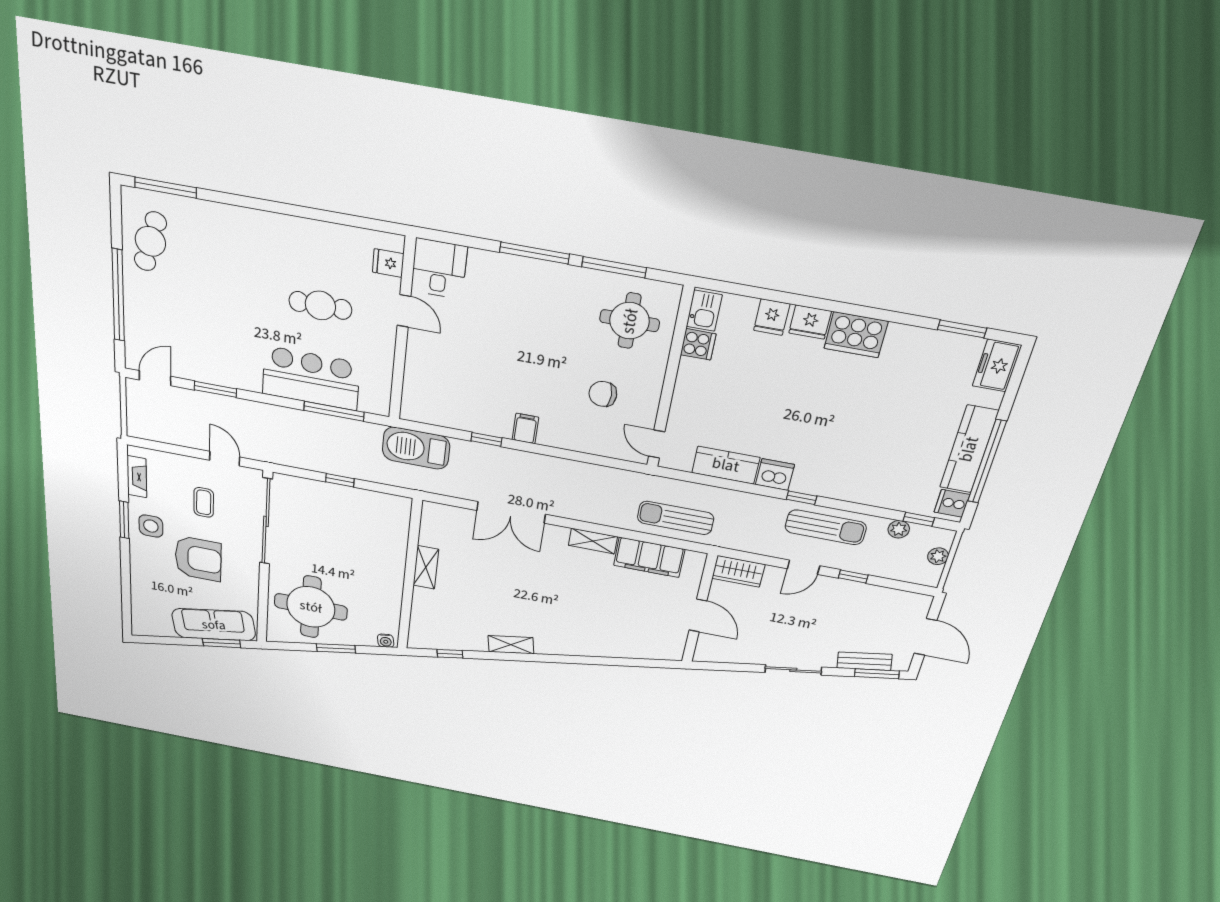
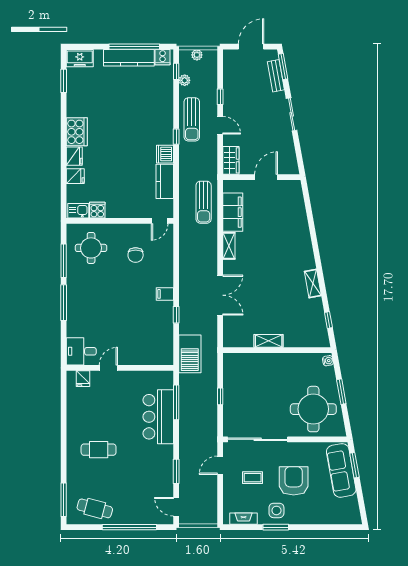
cafe table: (320, 305) -> (99, 450), moved, turned 90
sun lounger: (826, 527) -> (192, 119), turned 180

